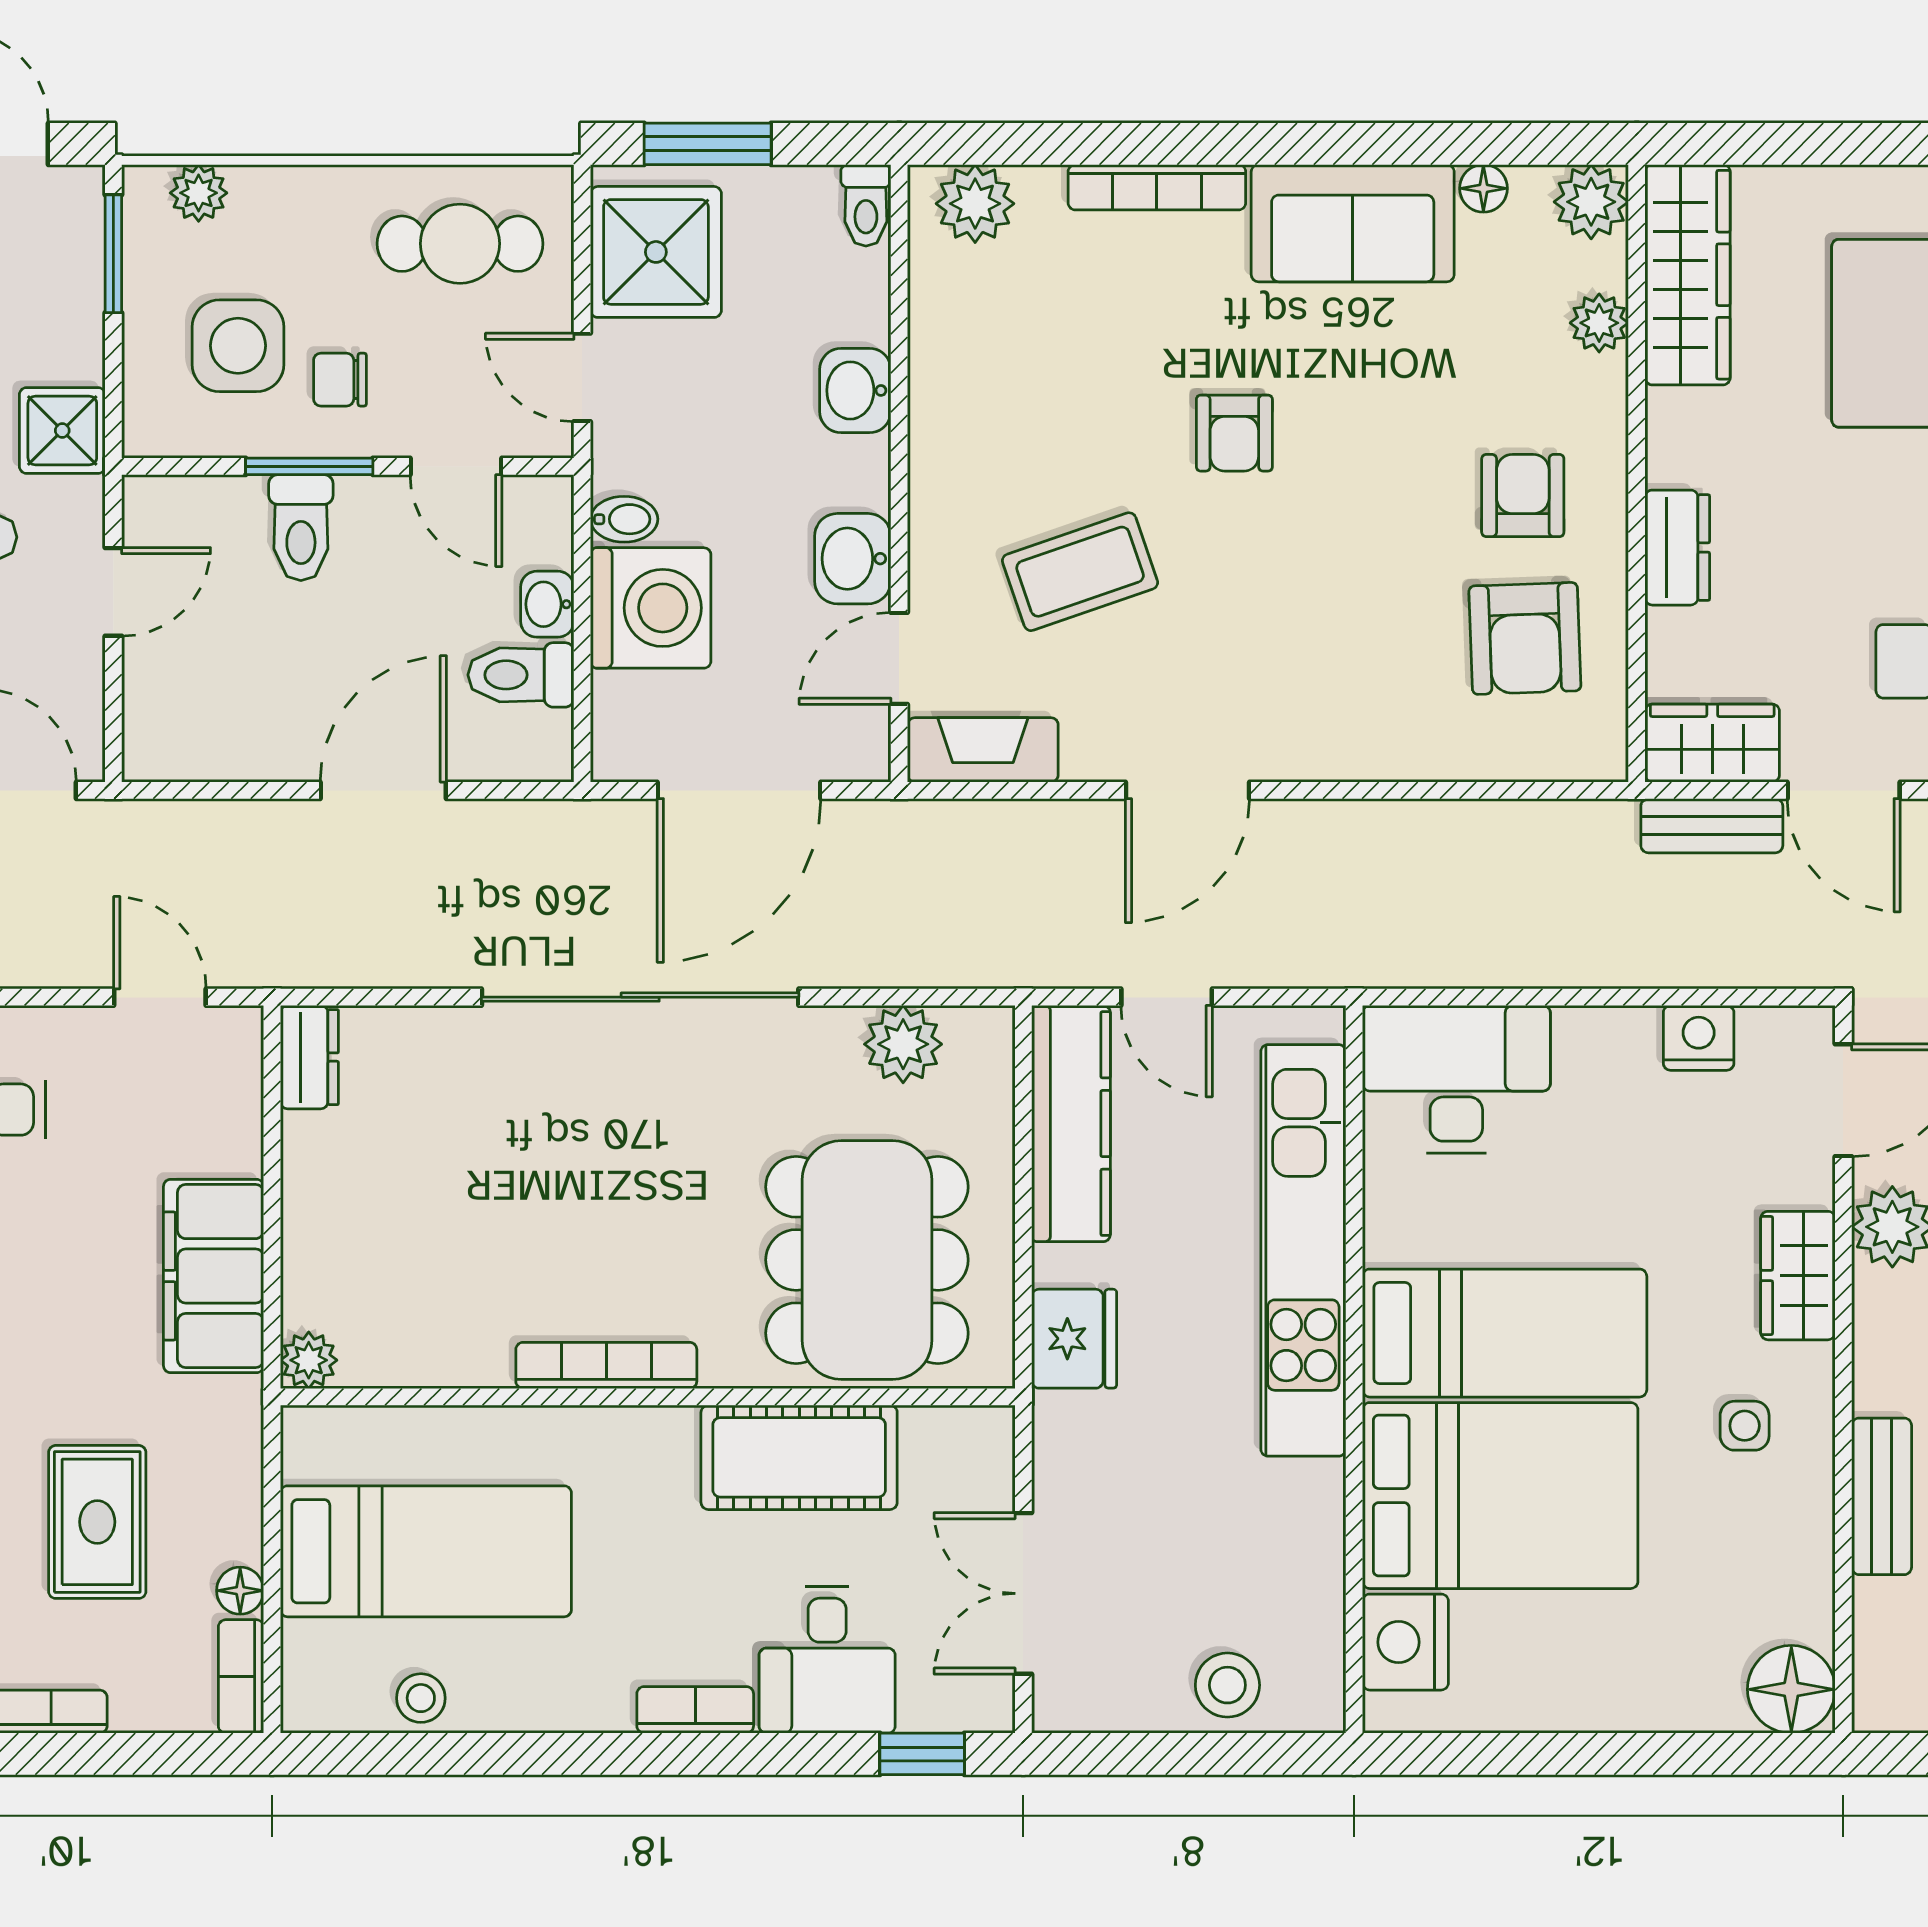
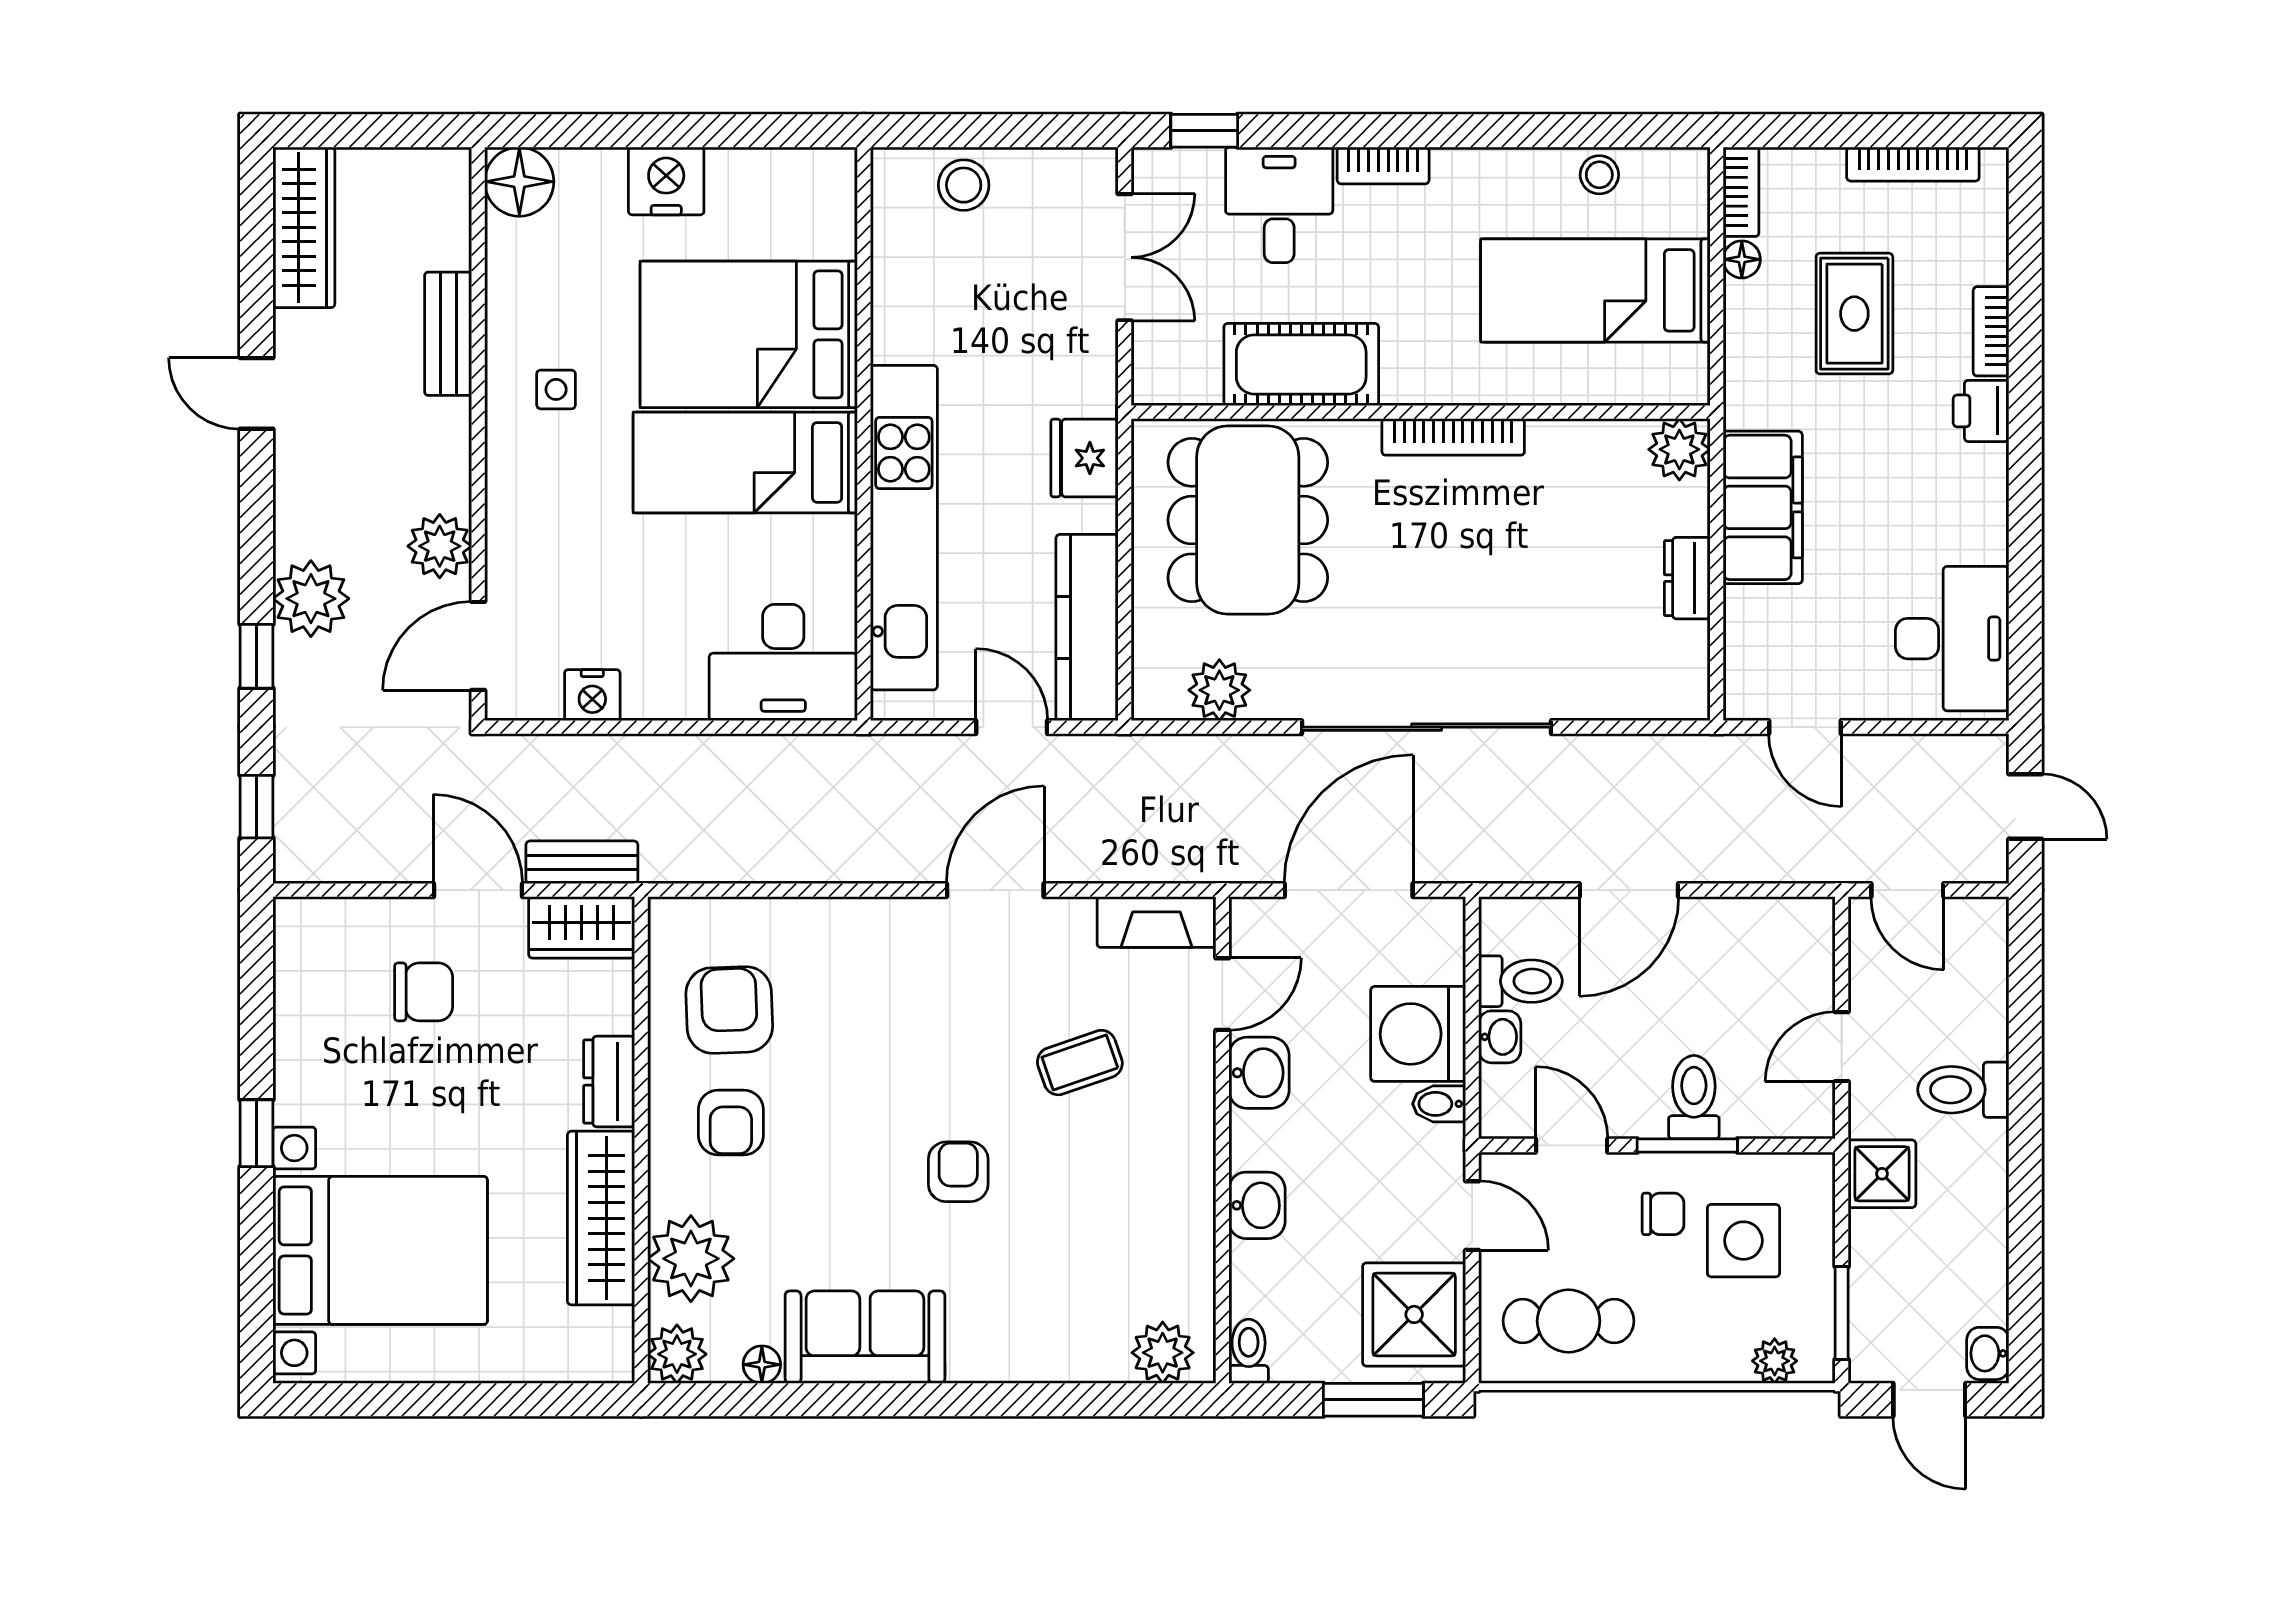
bookcase: (1157, 187) -> (1019, 1366), removed
wardrobe: (1688, 275) -> (601, 1218), moved
plant: (1599, 323) -> (691, 1259), width x1.87, depth x1.87
coffee table: (1080, 572) -> (1080, 1063), width x0.73, depth x0.77
dresser: (309, 1057) -> (1687, 578), moved
wardrobe: (1798, 1276) -> (514, 508), removed
plant: (309, 1360) -> (1679, 449), width x1.38, depth x1.38
nightstand: (1405, 1642) -> (666, 181), moved, turned -90

